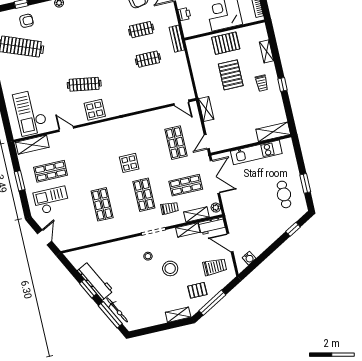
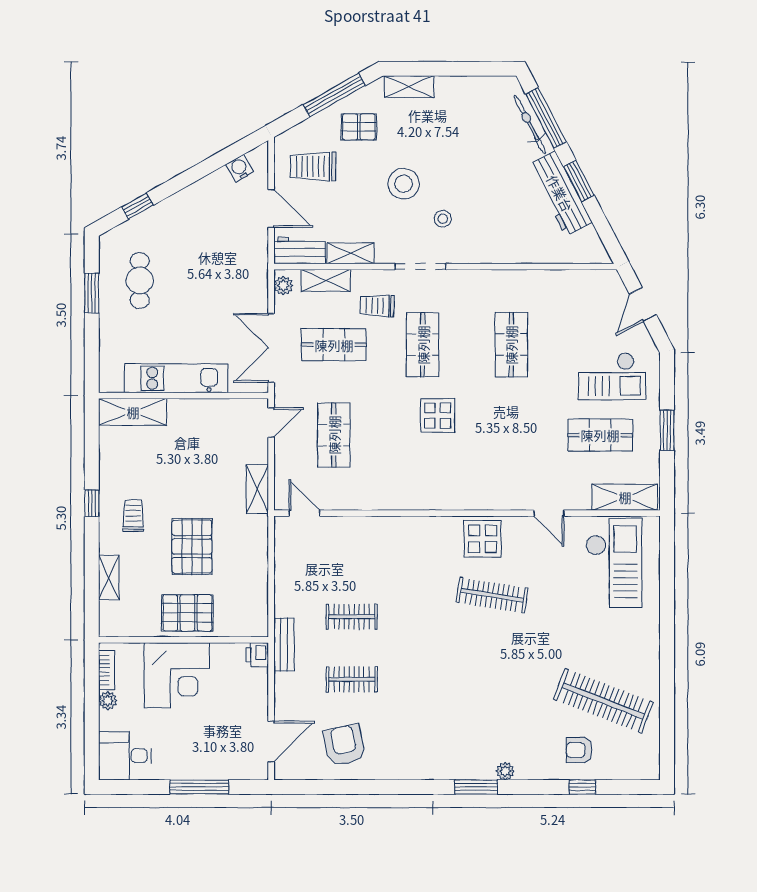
printer: (184, 14) -> (257, 655), moved

